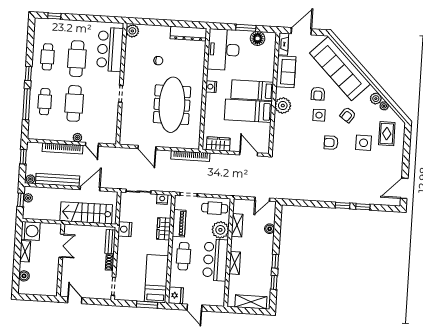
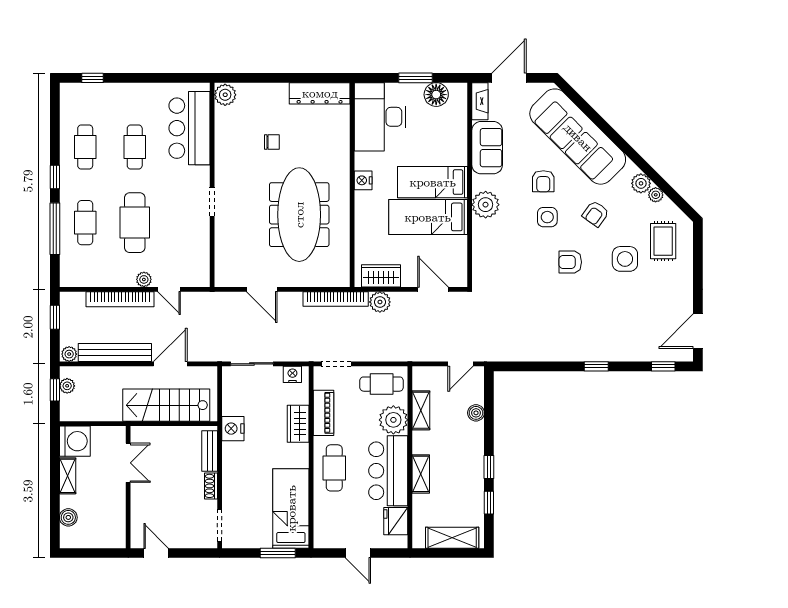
cafe table: (77, 59) -> (135, 147), width x0.73, depth x0.74
plant: (217, 159) -> (380, 302), added
window: (363, 207) -> (663, 366), moved
fridge: (176, 295) -> (396, 521), moved, turned 180

